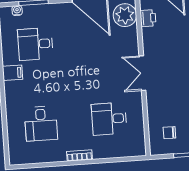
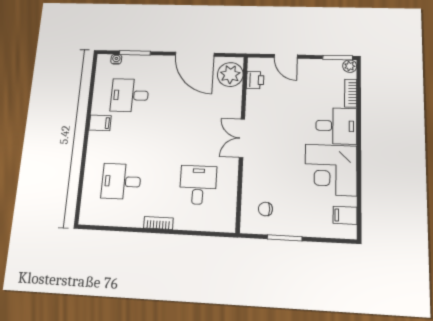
desk: (109, 119) -> (198, 185), turned 90
desk: (41, 124) -> (121, 181), turned 90

